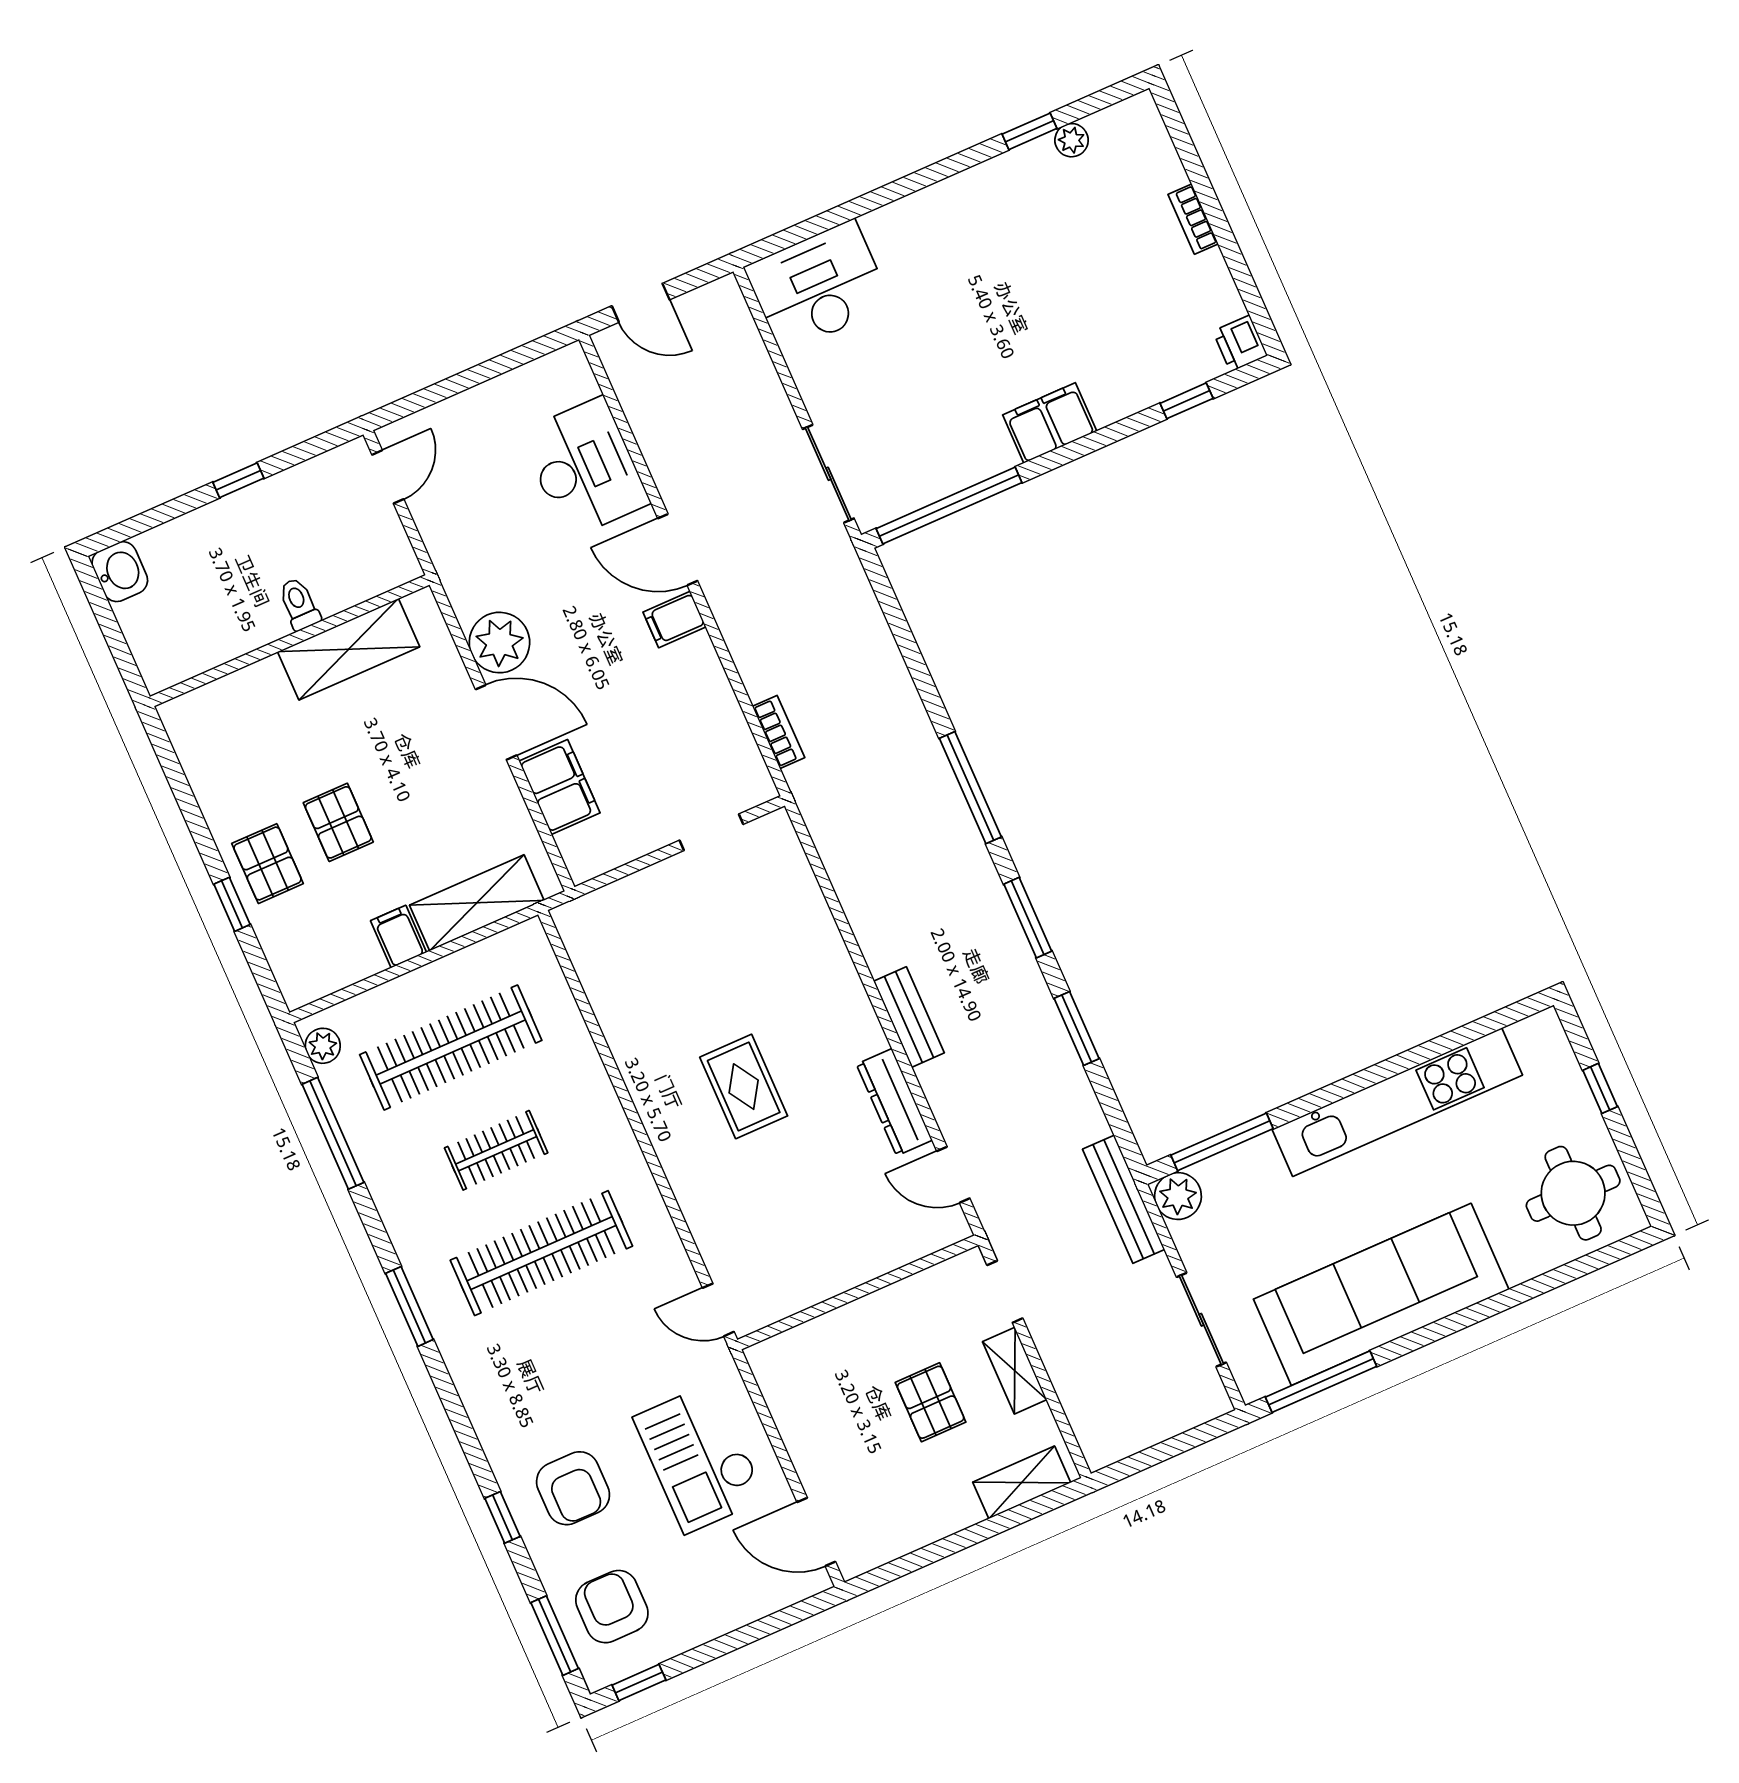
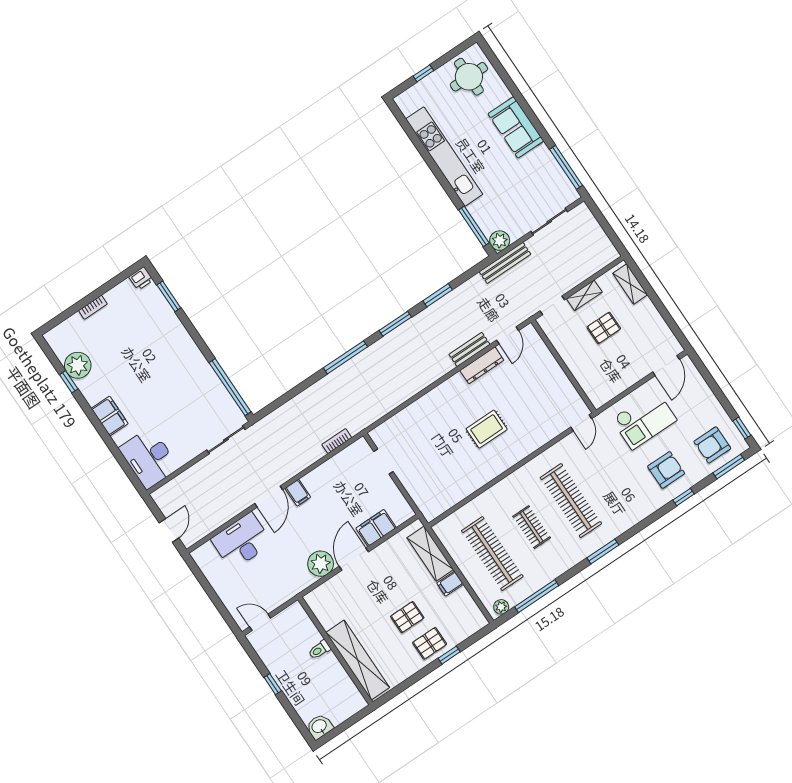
plant: (1072, 140) -> (78, 365), width x1.88, depth x1.88
window: (1187, 401) -> (169, 296), width x1.50
filing cabinet: (1050, 423) -> (110, 416), moved, turned 180
shelving: (349, 649) -> (358, 660), moved, width x1.47
bench: (909, 1017) -> (469, 349), moved
sofa: (1381, 1294) -> (516, 127), width x0.54, depth x0.79

